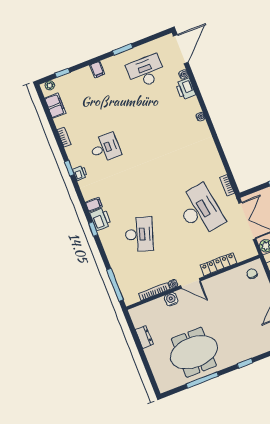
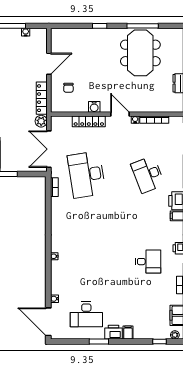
door: (181, 49) -> (48, 322), hinge flipped
printer: (186, 89) -> (114, 332), moved, turned -90
desk: (105, 148) -> (148, 262), turned 180
desk: (139, 234) -> (148, 175), turned -39
chair: (252, 274) -> (68, 88), moved
water cooler: (171, 299) -> (94, 107), moved
meeting table: (194, 352) -> (140, 53), turned 90

